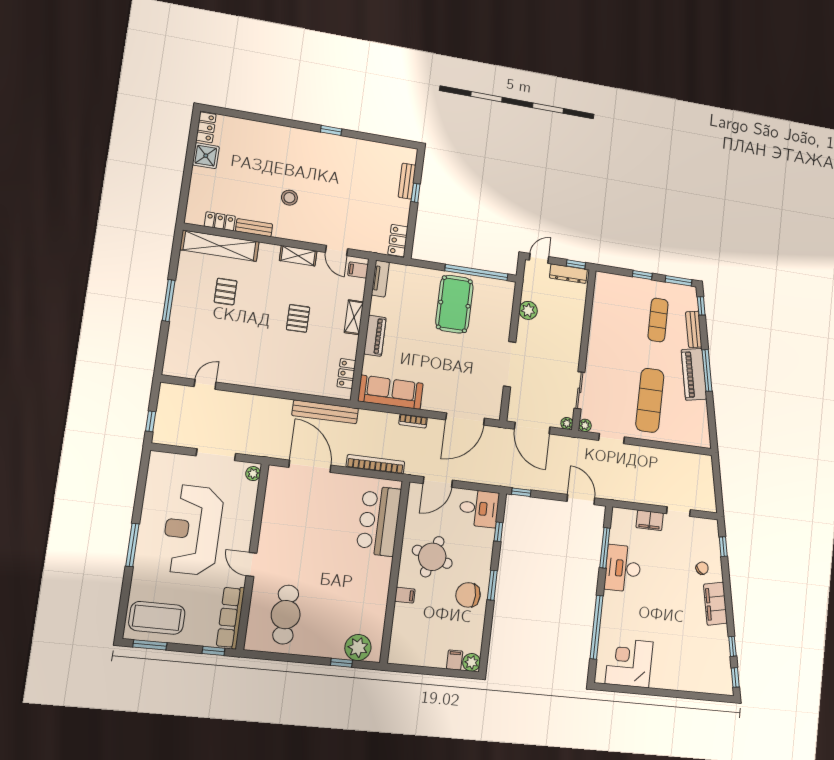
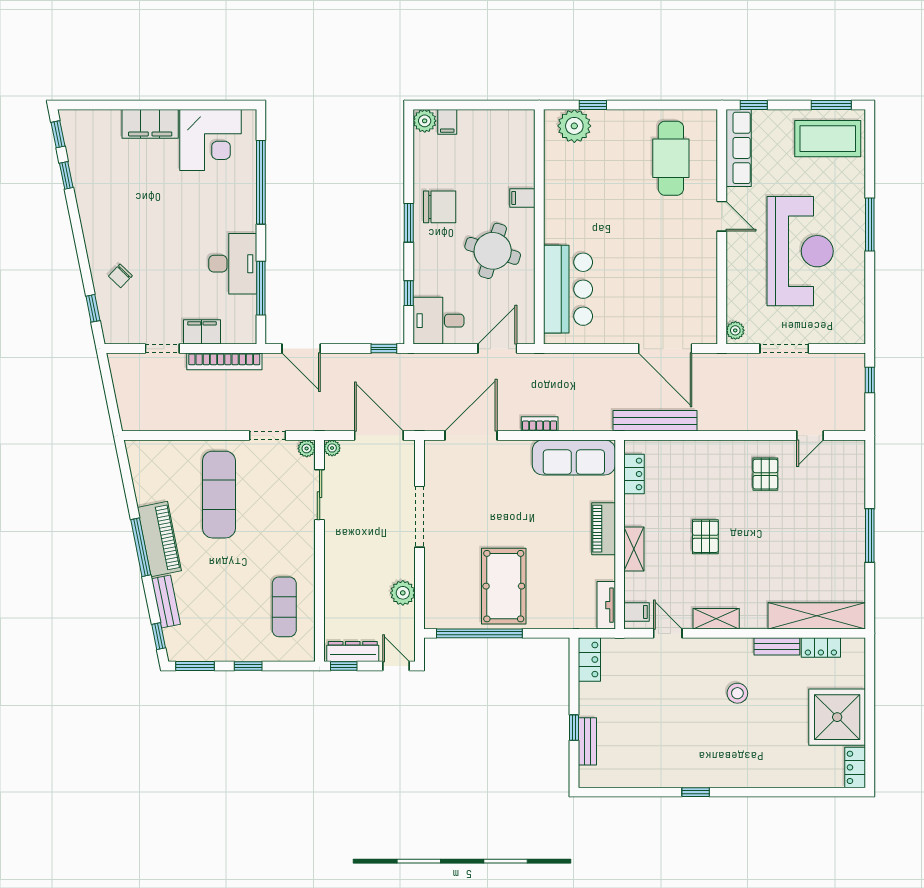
shower: (206, 156) -> (837, 717), width x1.86, depth x1.86
door: (539, 258) -> (396, 666), swing flipped
pallet: (226, 292) -> (765, 474), moved
exercise mat: (658, 320) -> (284, 607), moved
bookcase: (375, 464) -> (224, 361), moved
filing cabinet: (715, 604) -> (150, 124), moved, turned 101

